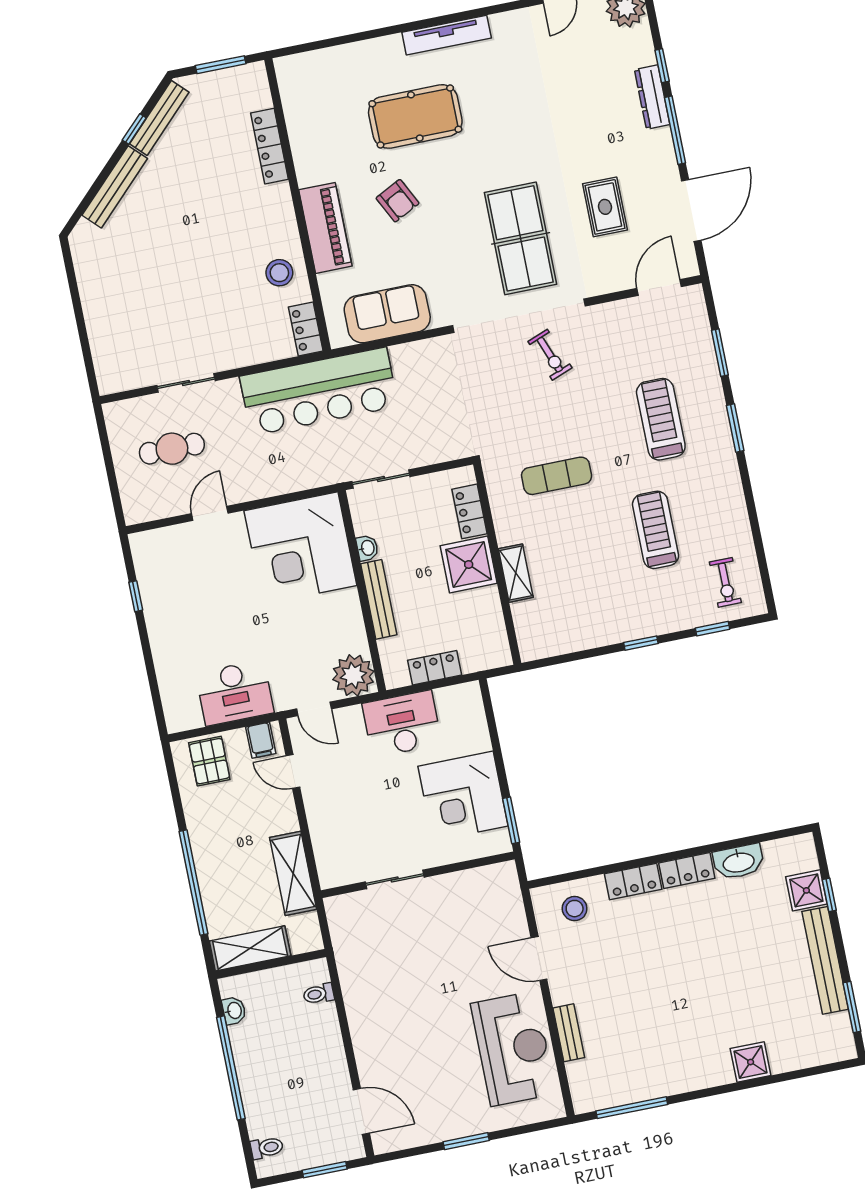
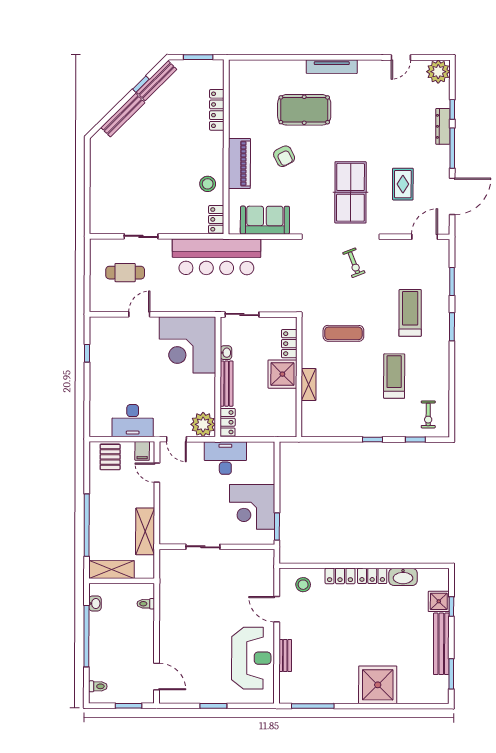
locker: (435, 668) -> (228, 422), moved, turned 90
shower: (751, 1062) -> (378, 685), width x1.86, depth x1.86

